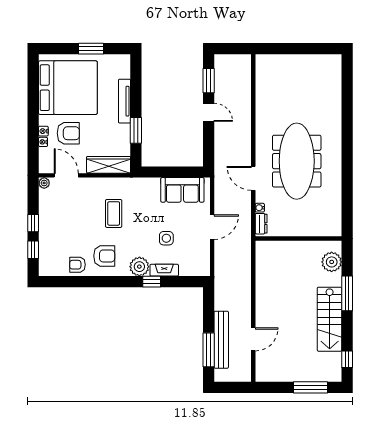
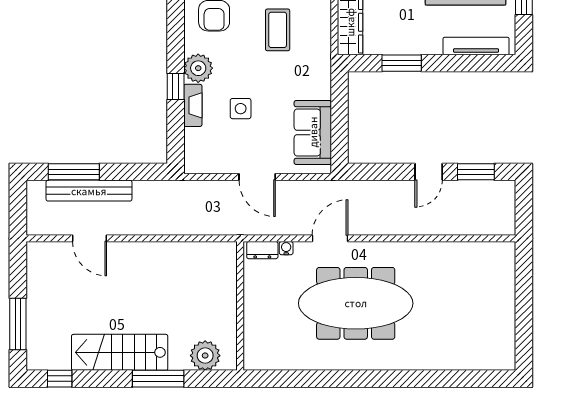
tv unit: (124, 101) -> (476, 46), moved
coffee table: (114, 213) -> (278, 30), turned 90

